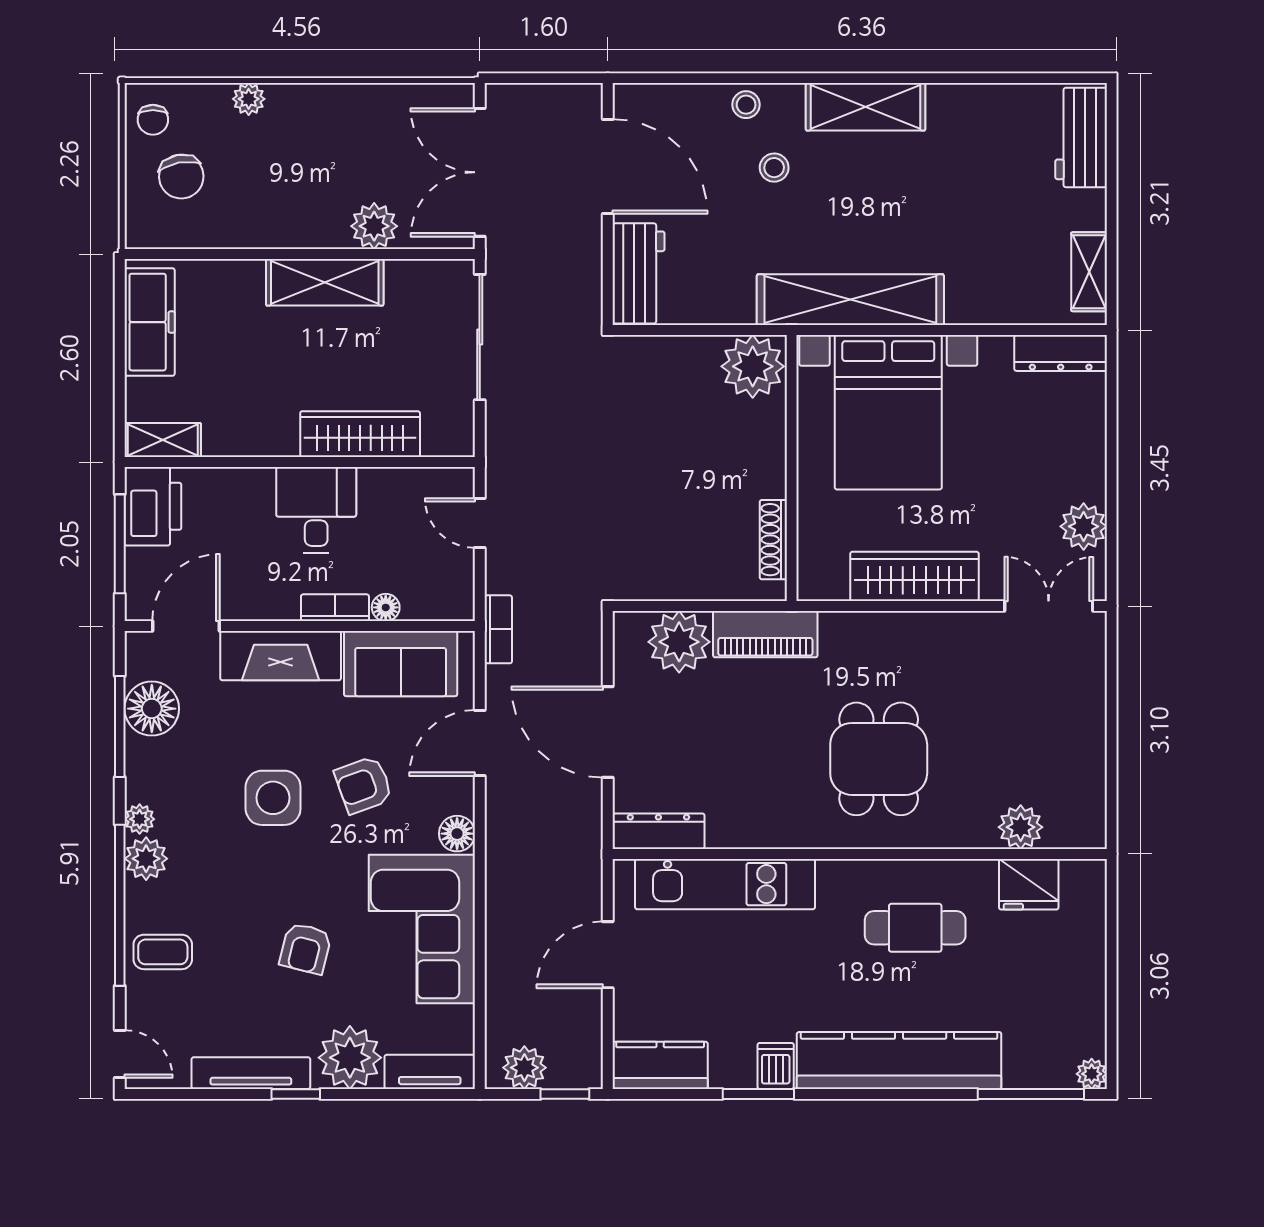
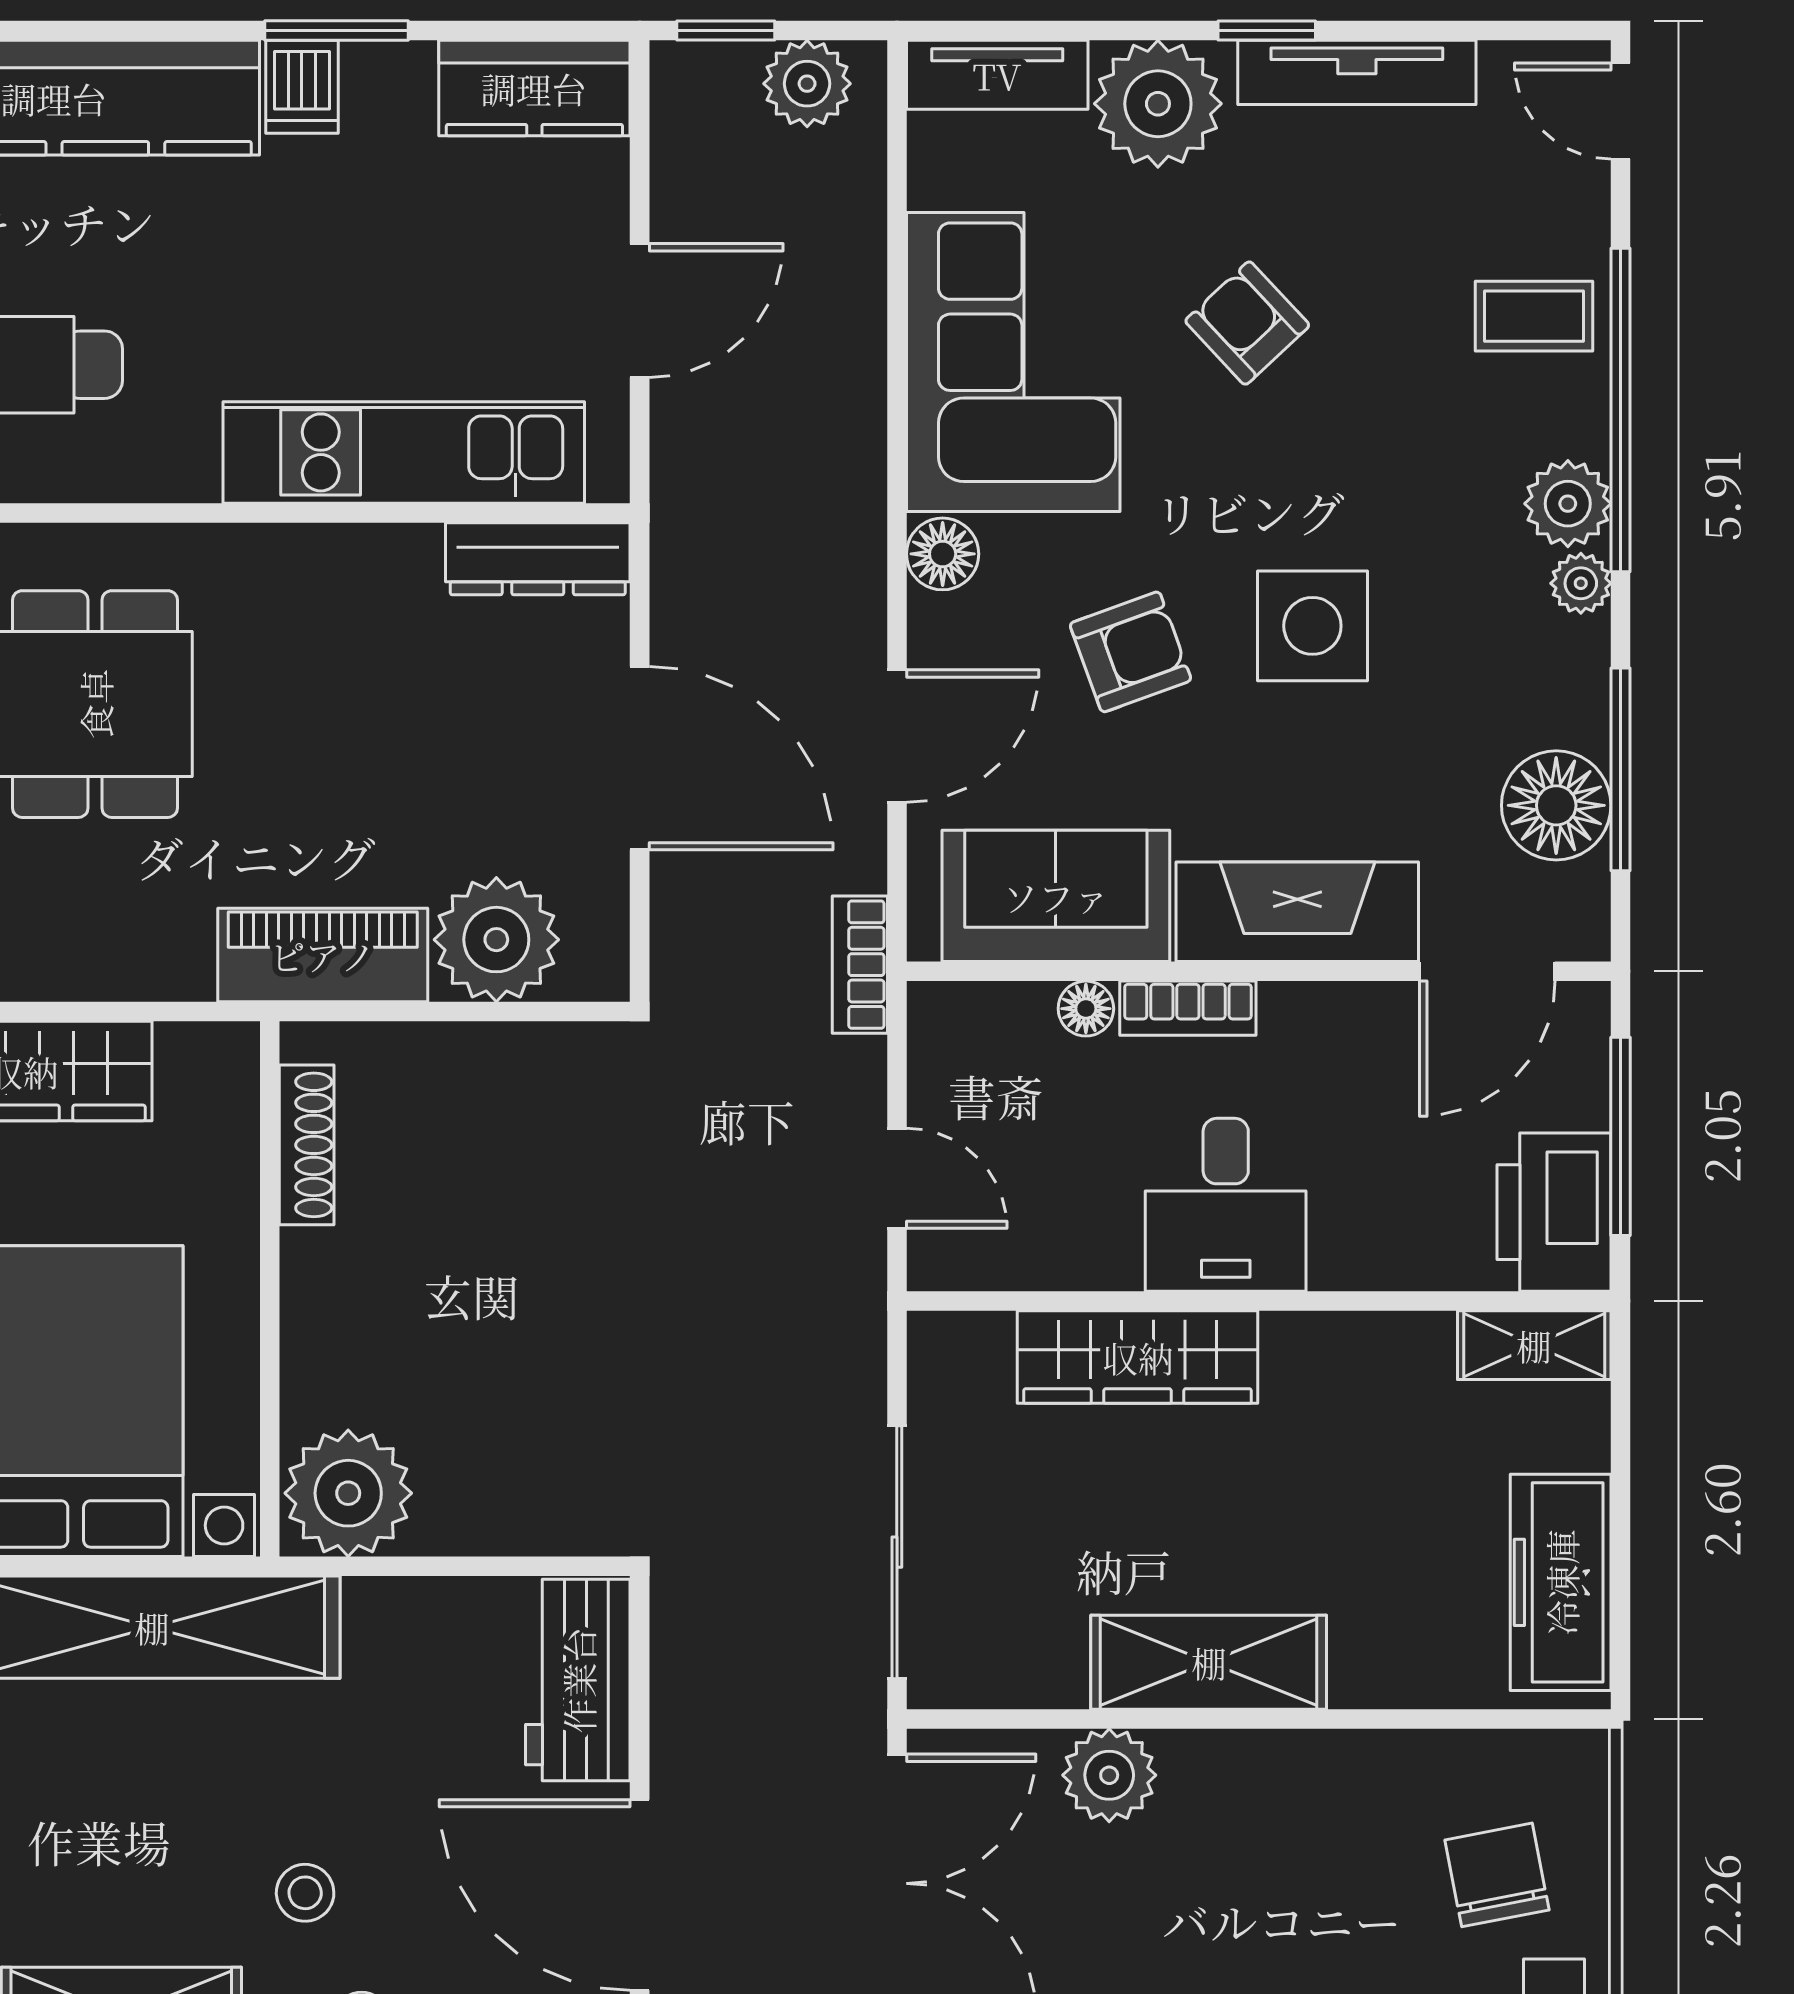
armchair: (305, 948) -> (1247, 323), turned -57

